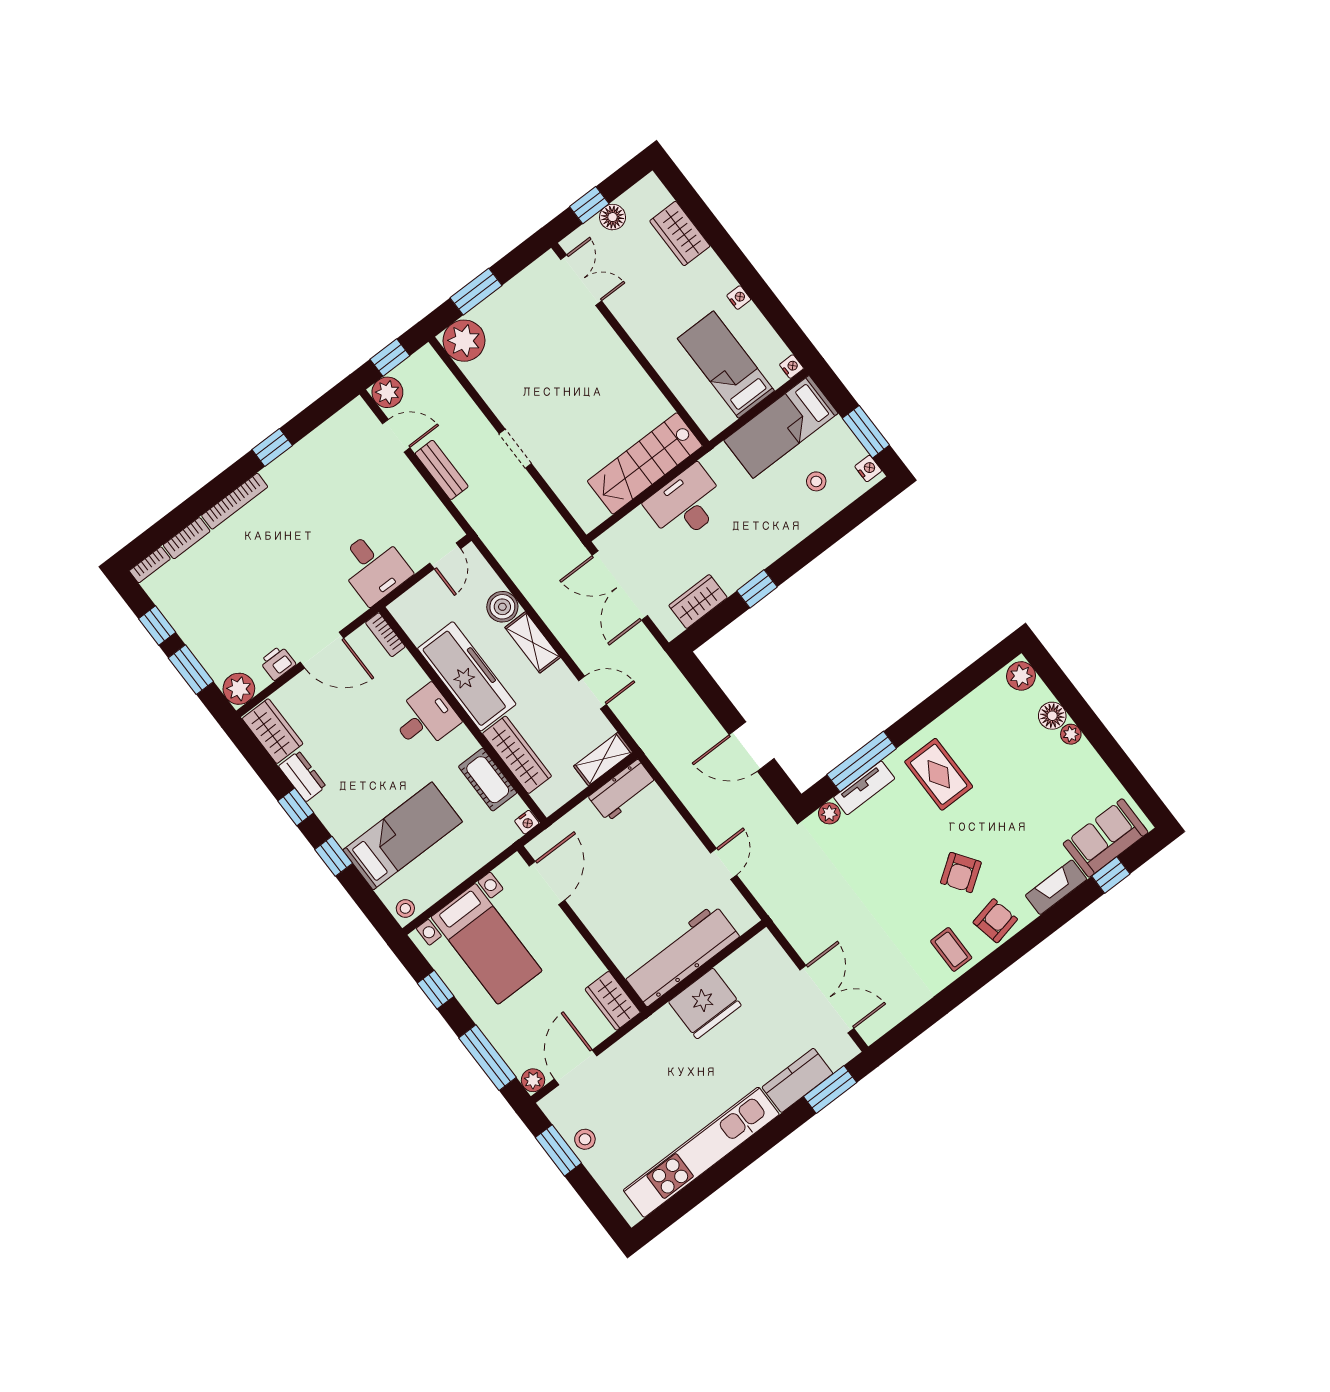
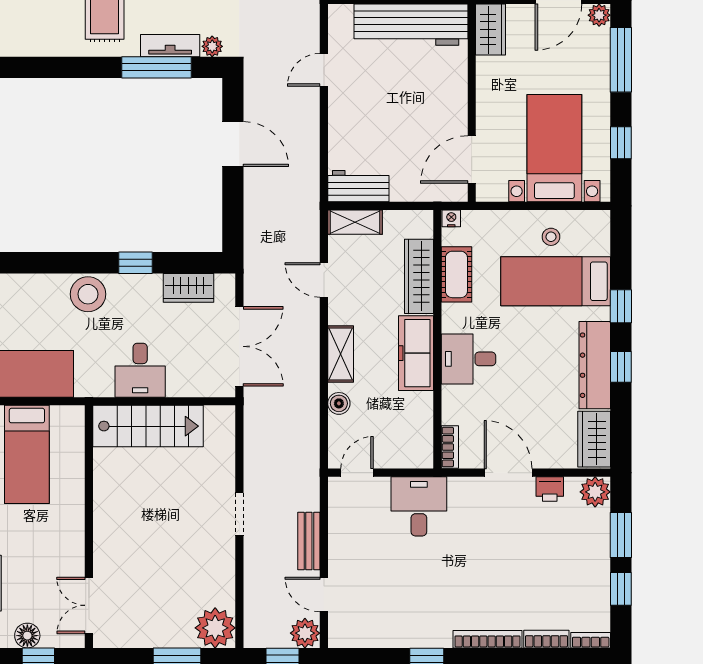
stool: (816, 481) -> (88, 294), moved, width x1.89, depth x1.89
desk: (686, 504) -> (140, 370), width x0.73
boiler: (502, 607) -> (339, 403), width x0.73, depth x0.73
freezer: (467, 676) -> (416, 353), width x0.73, depth x0.79
dresser: (302, 776) -> (595, 365), width x1.96, depth x1.24
stool: (405, 908) -> (551, 237), moved

